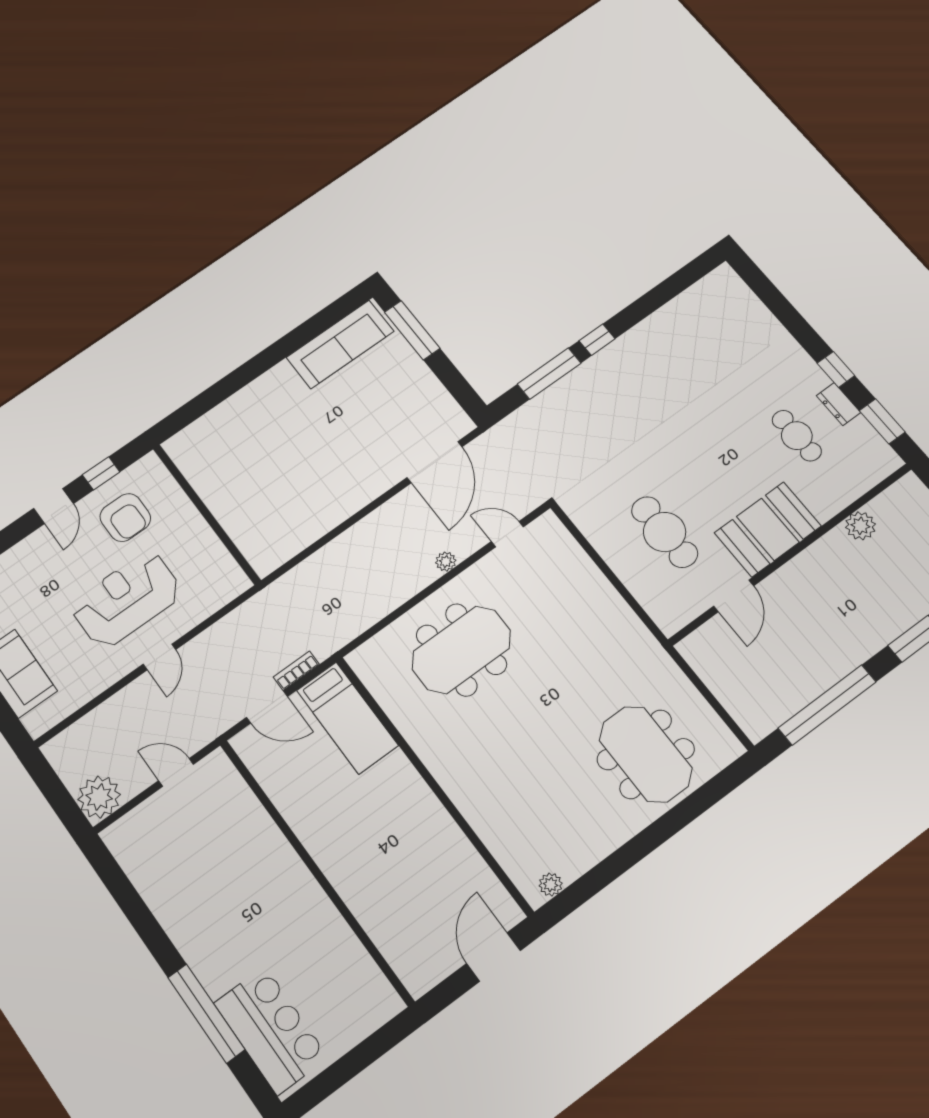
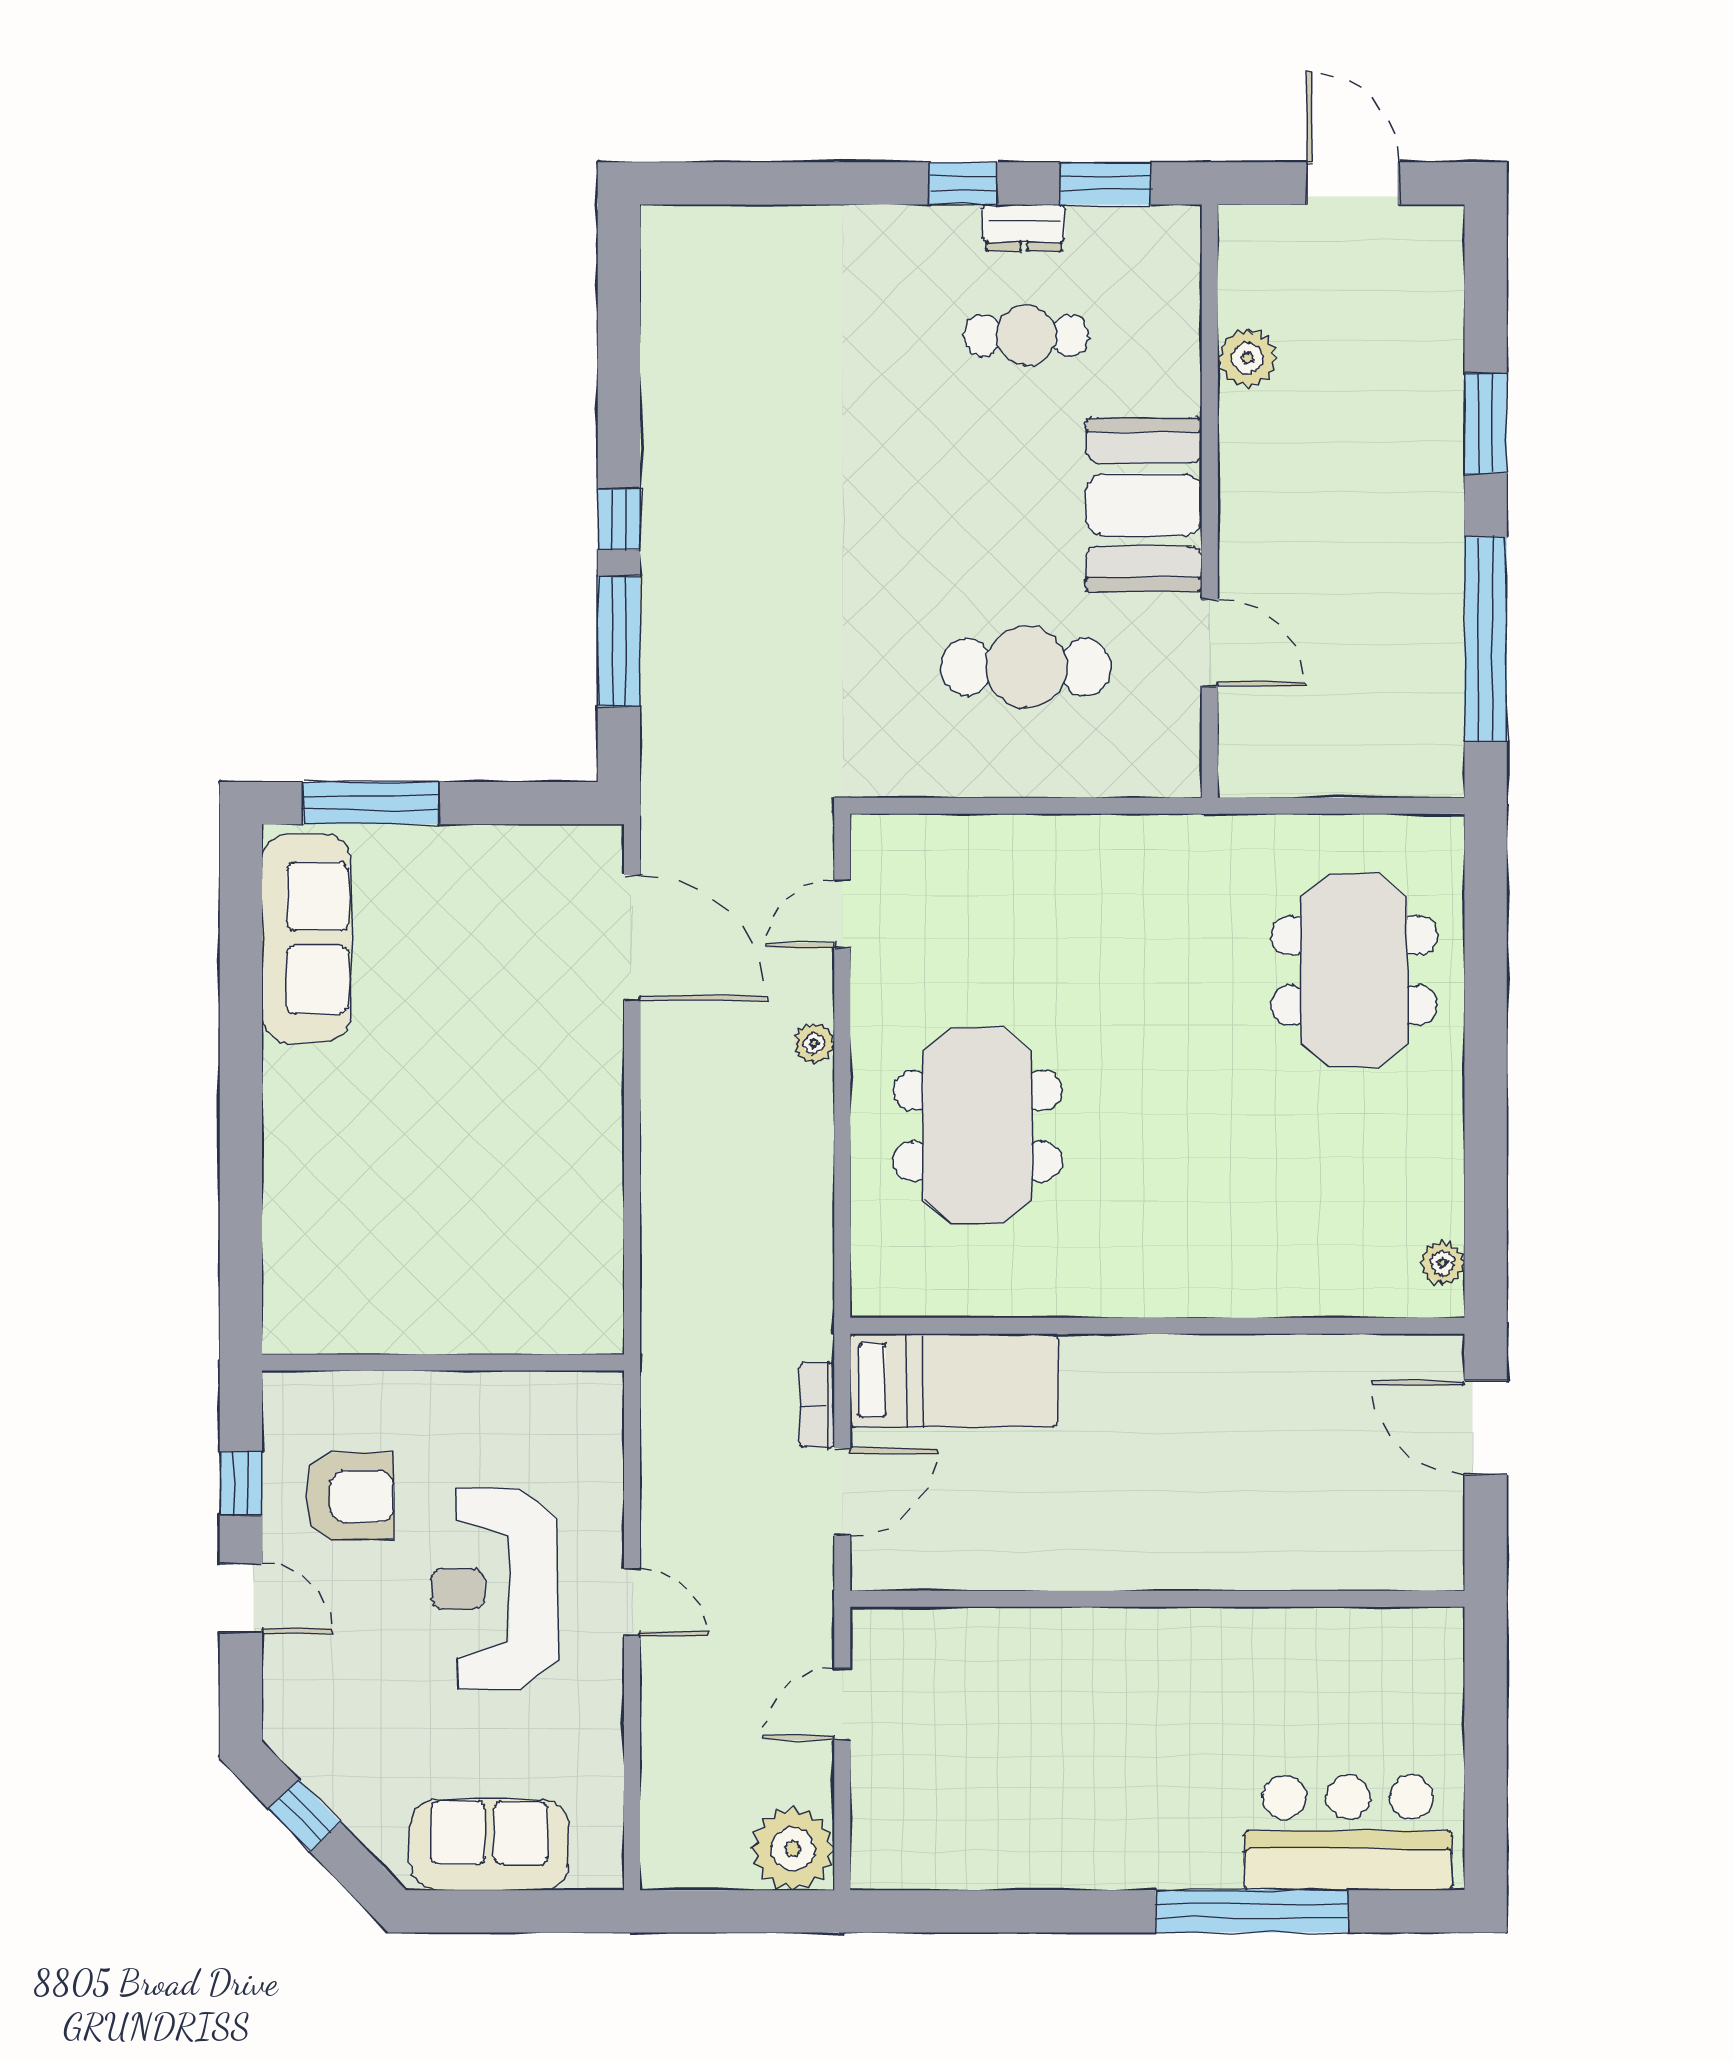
meeting table: (646, 754) -> (1354, 970), turned 90

